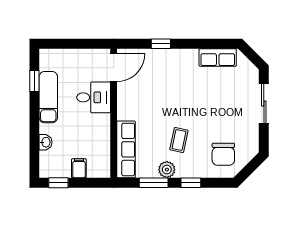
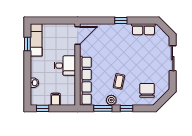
window: (161, 44) -> (121, 20), moved
exam couch: (48, 97) -> (36, 40), moved
desk: (94, 97) -> (65, 66), moved
row of seats: (126, 149) -> (85, 81), width x1.36
chair: (223, 154) -> (147, 90), turned 180

